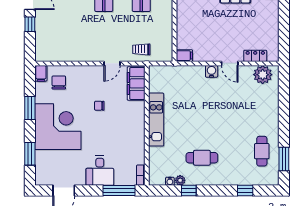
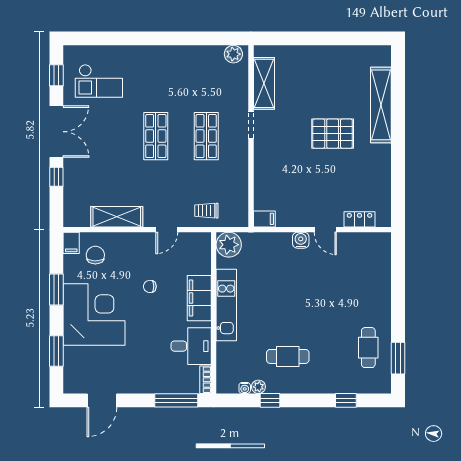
shelving: (75, 54) -> (117, 217), added
plant: (263, 75) -> (229, 245), moved
filing cabinet: (136, 83) -> (199, 298), moved
desk: (100, 171) -> (191, 346), moved, turned -90

